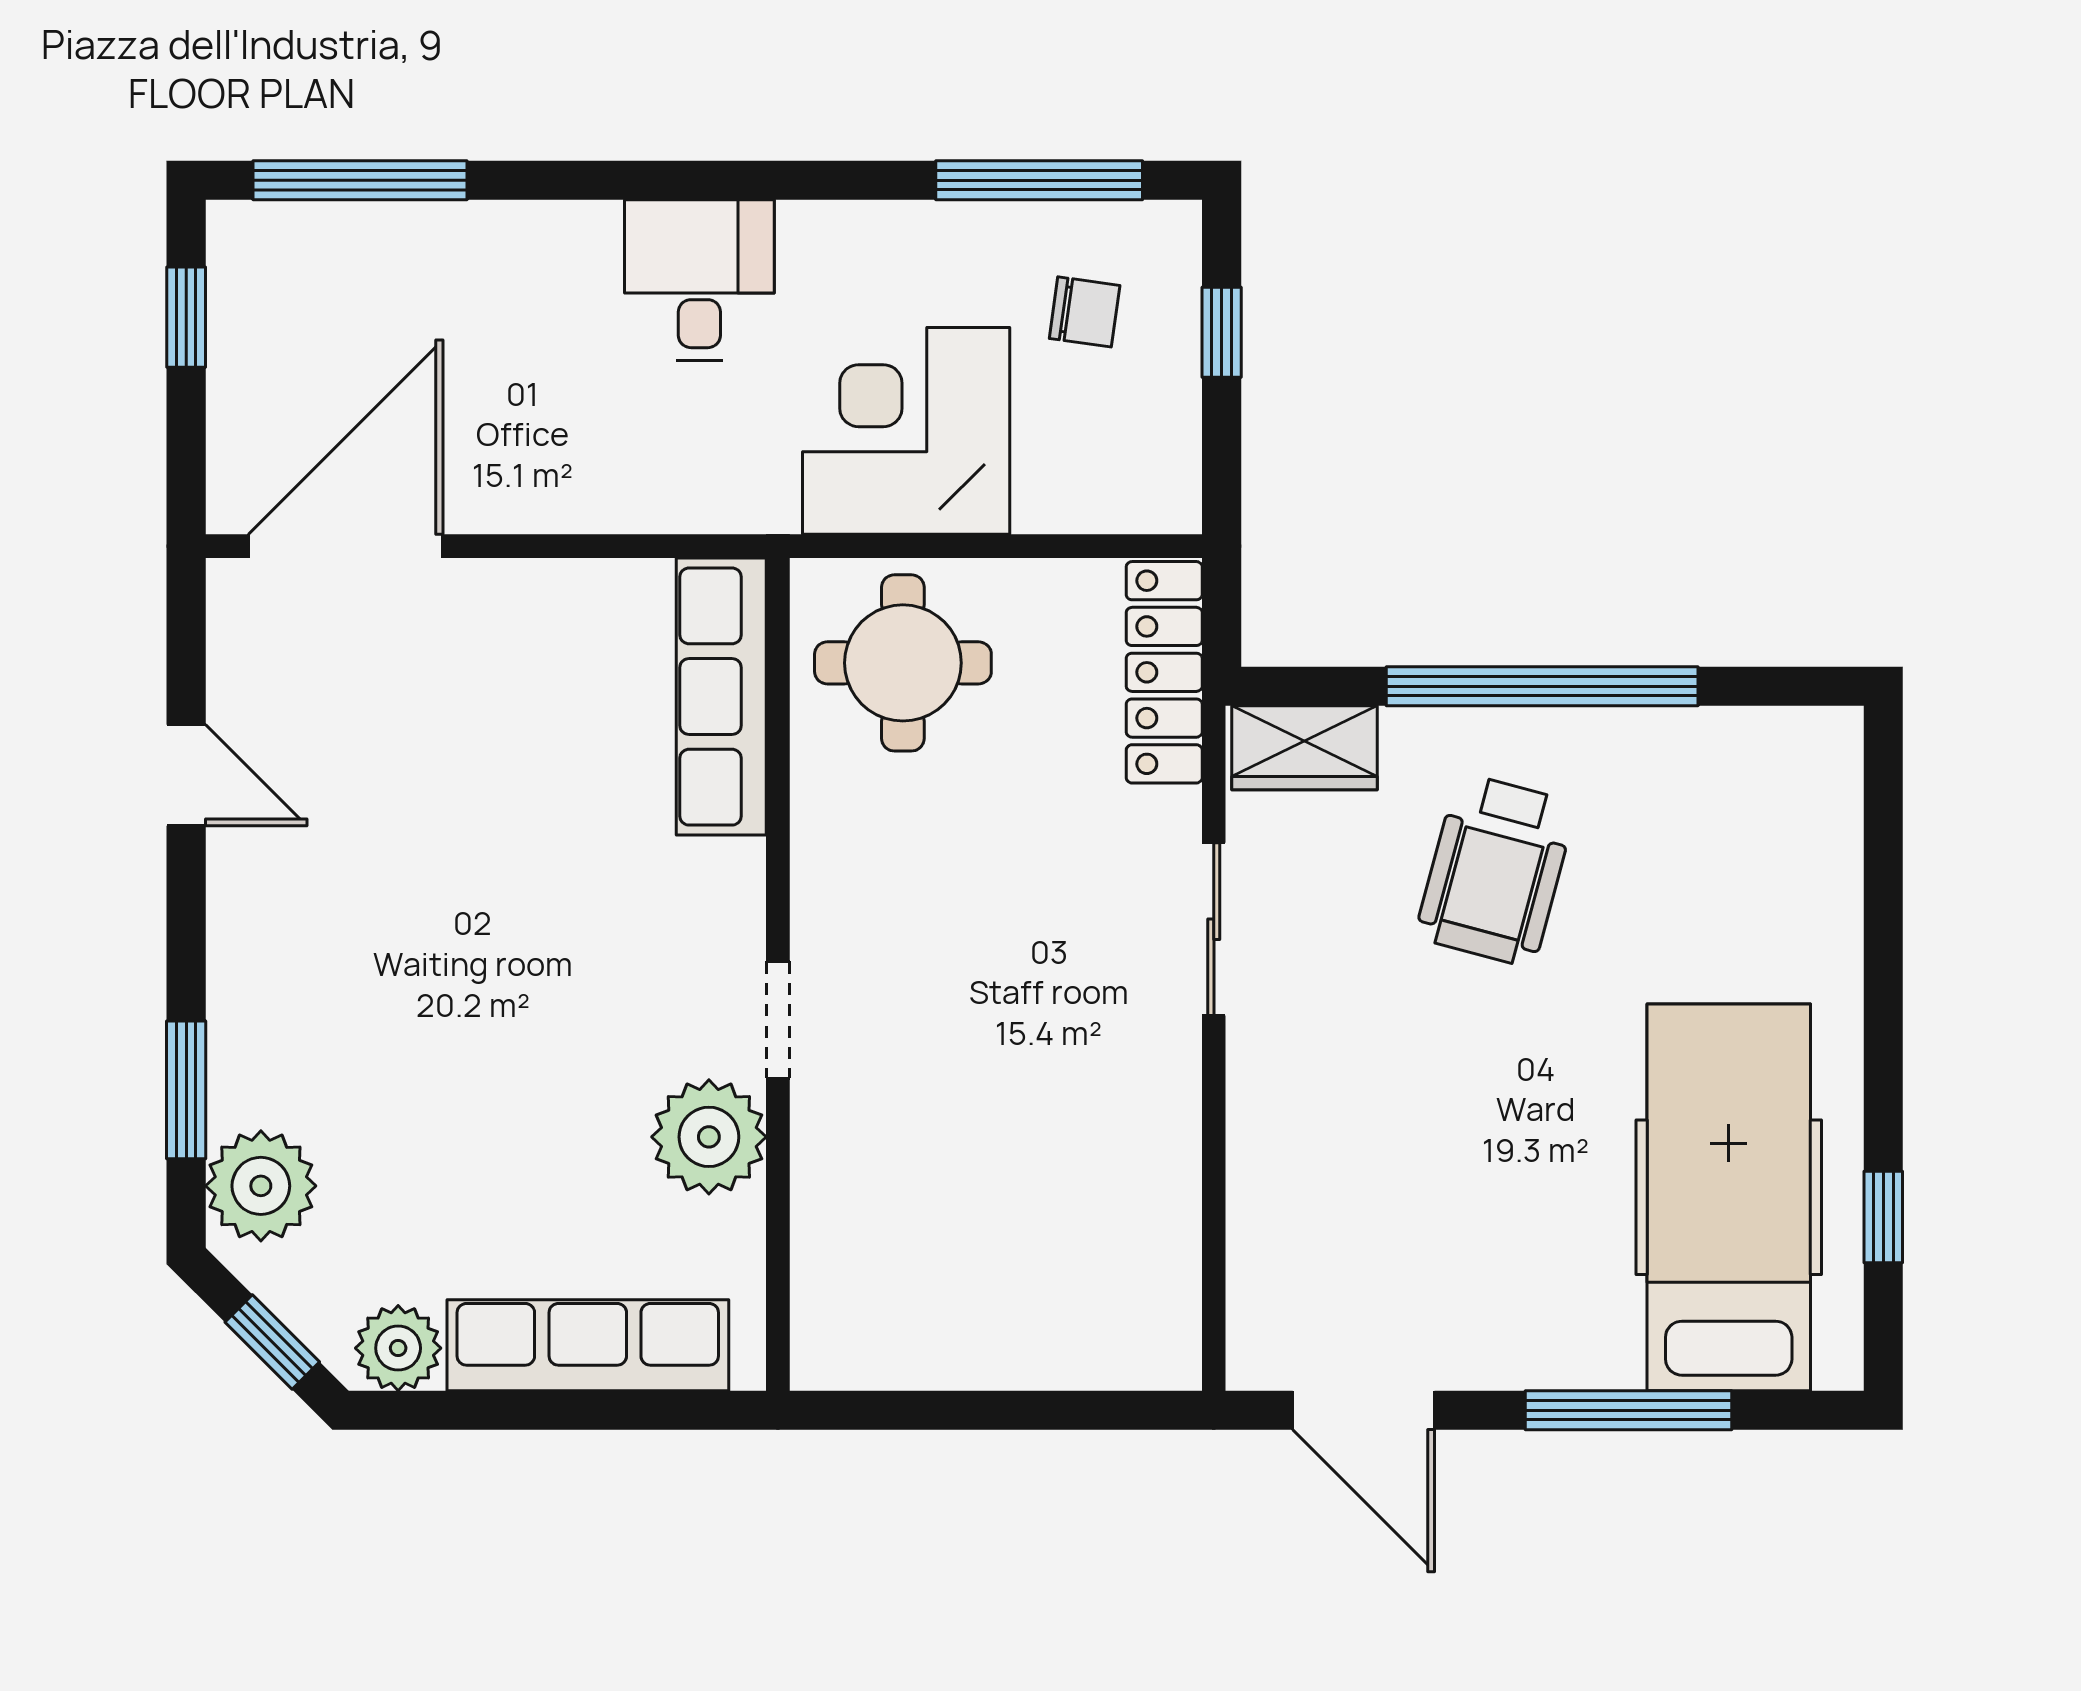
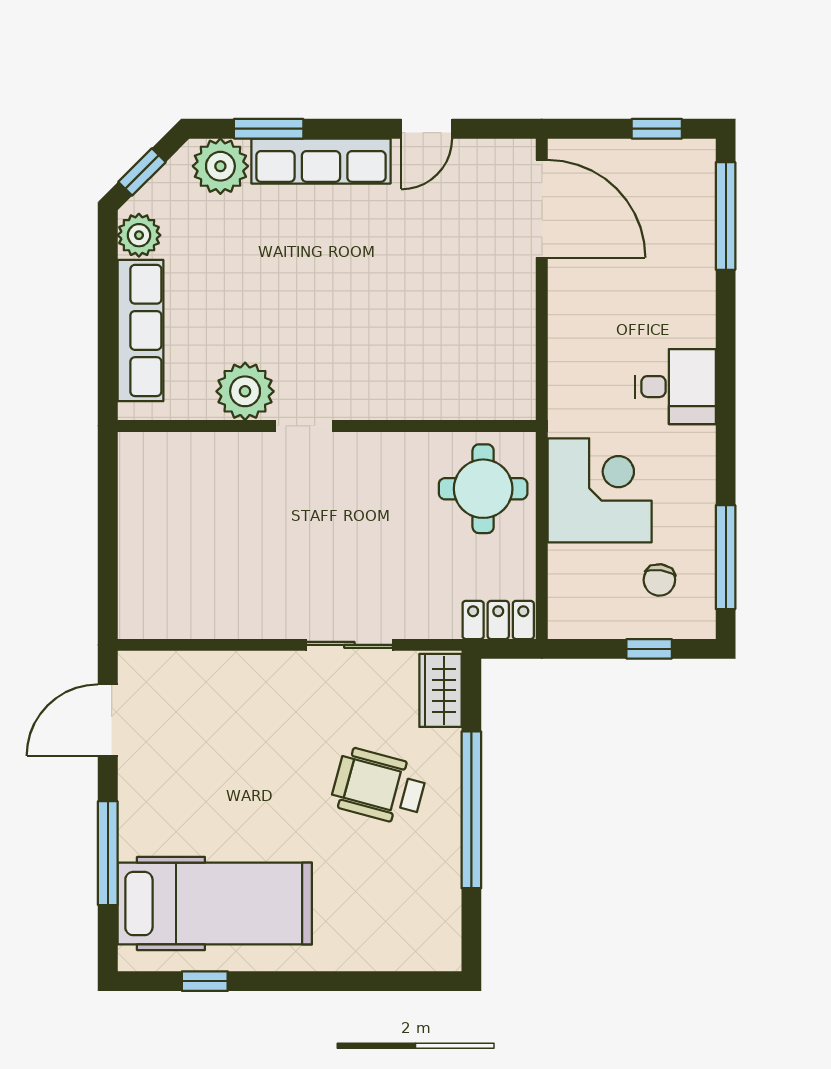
locker: (1164, 672) -> (498, 620), width x0.66
row of seats: (721, 697) -> (321, 161), moved, turned 180

